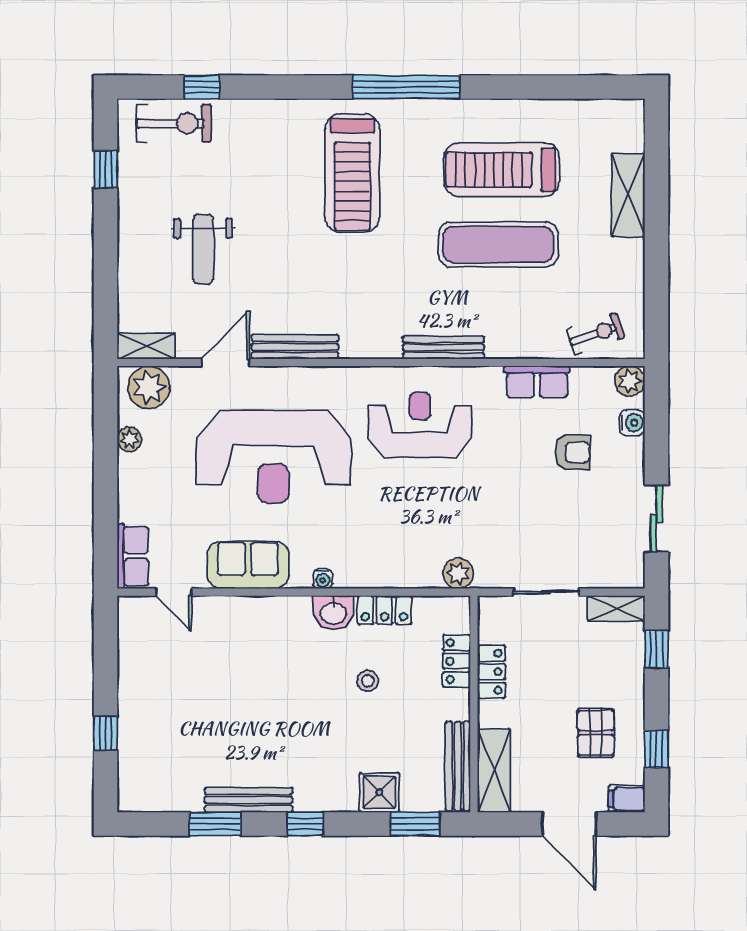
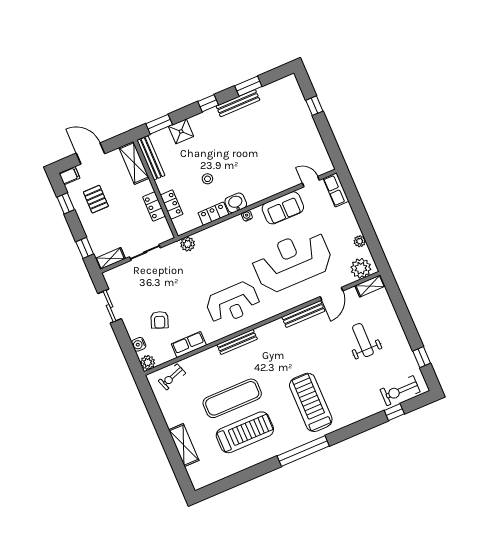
armchair: (573, 452) -> (160, 320), turned -69

